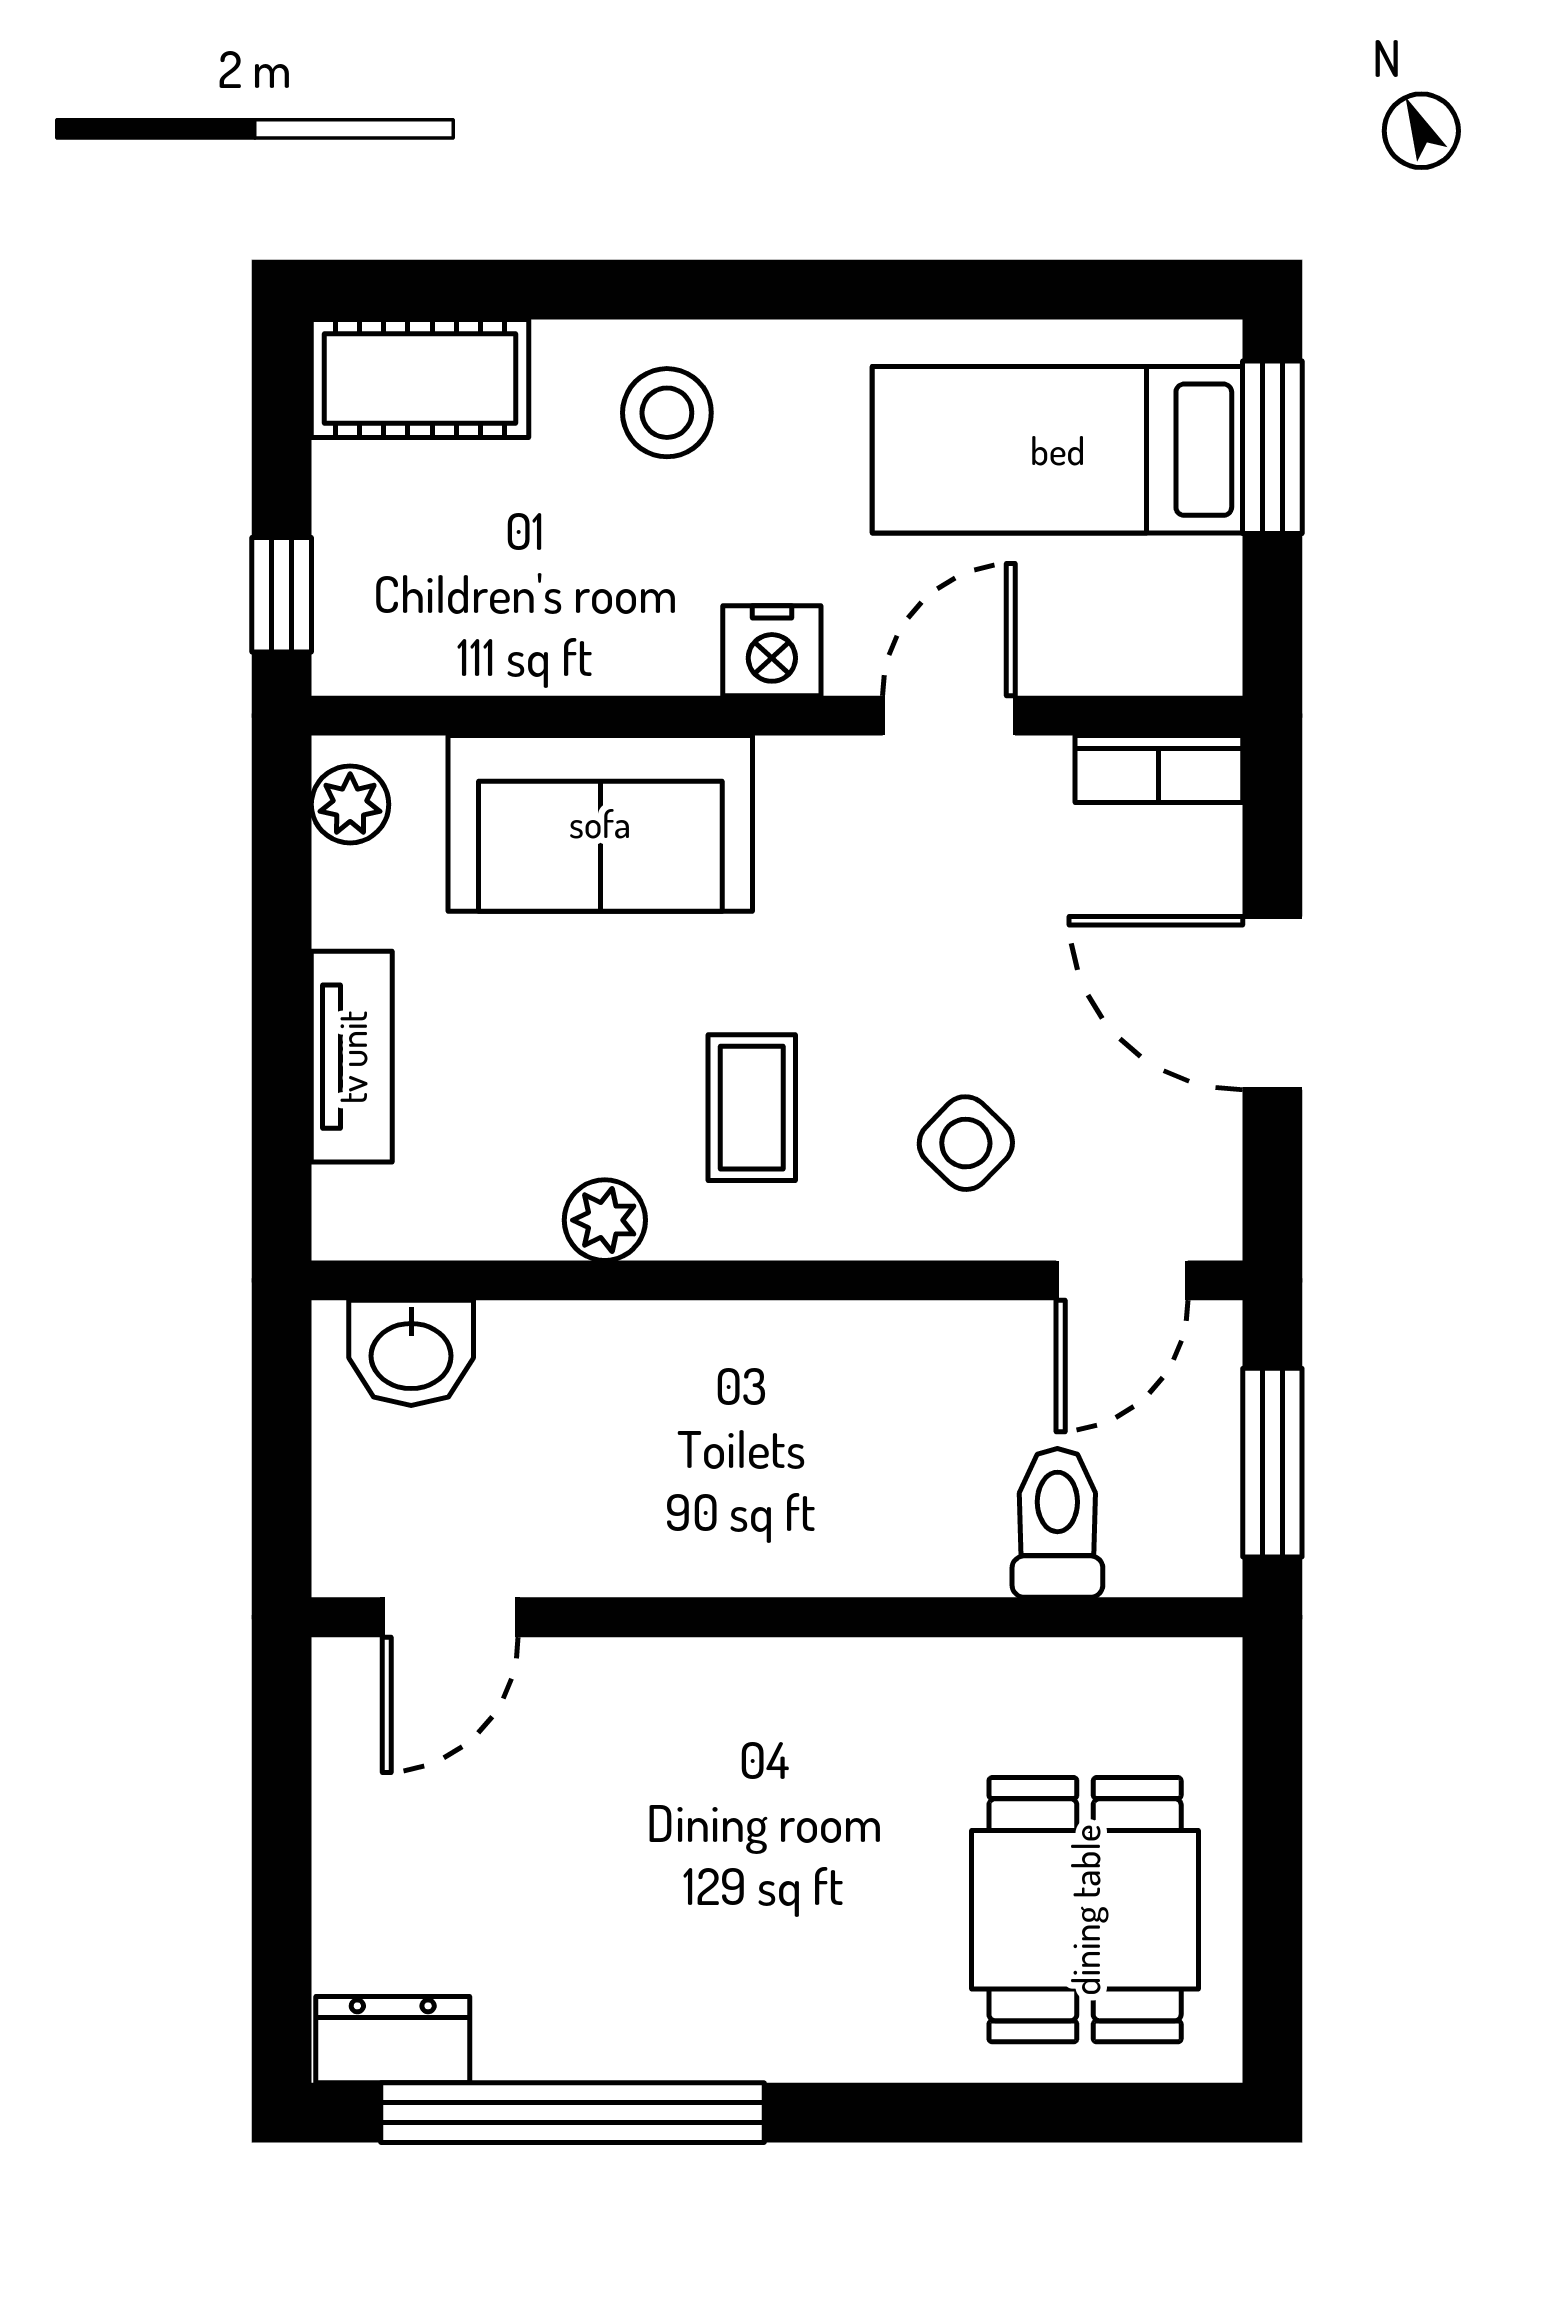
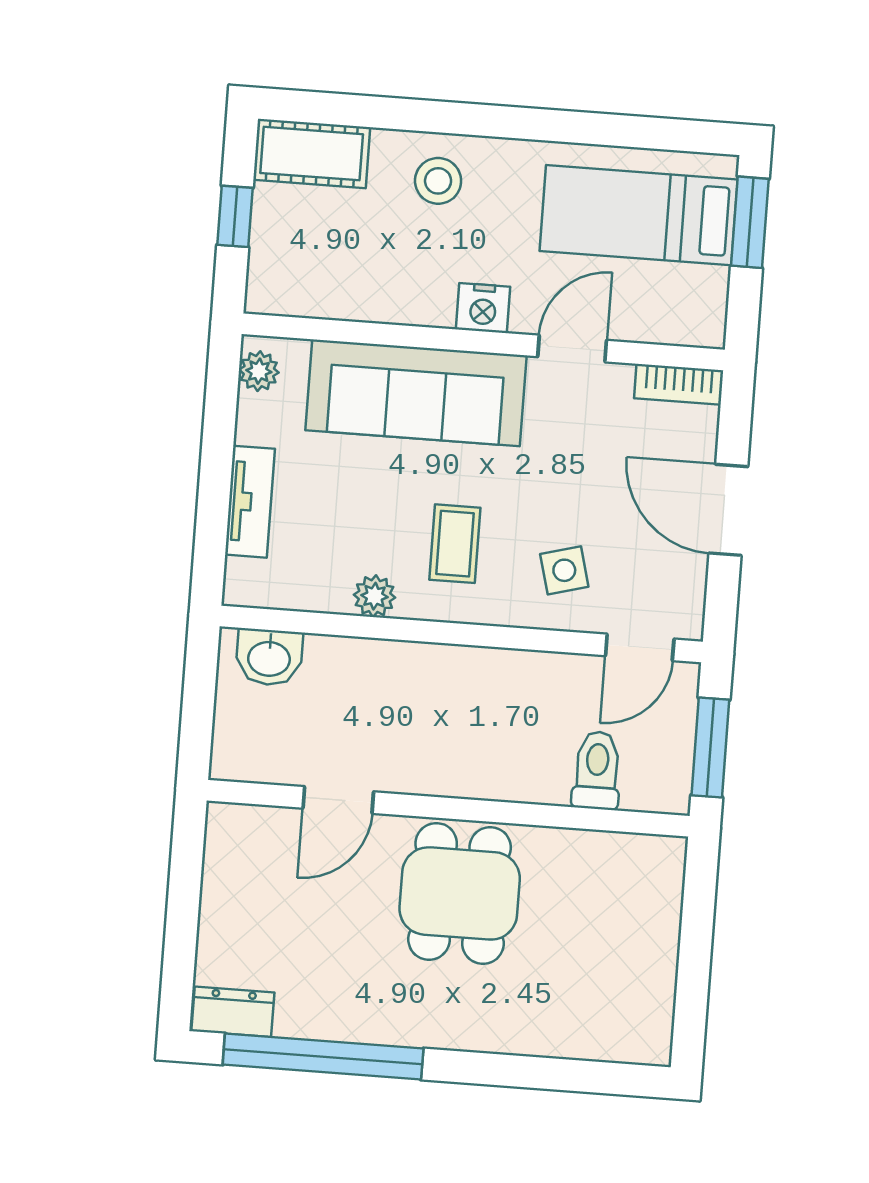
window: (282, 595) -> (235, 216), moved
sofa: (600, 823) -> (416, 393), width x1.36
side table: (966, 1143) -> (564, 570), turned 31
door: (450, 1617) -> (338, 800), moved
dining table: (1085, 1910) -> (460, 893), moved

